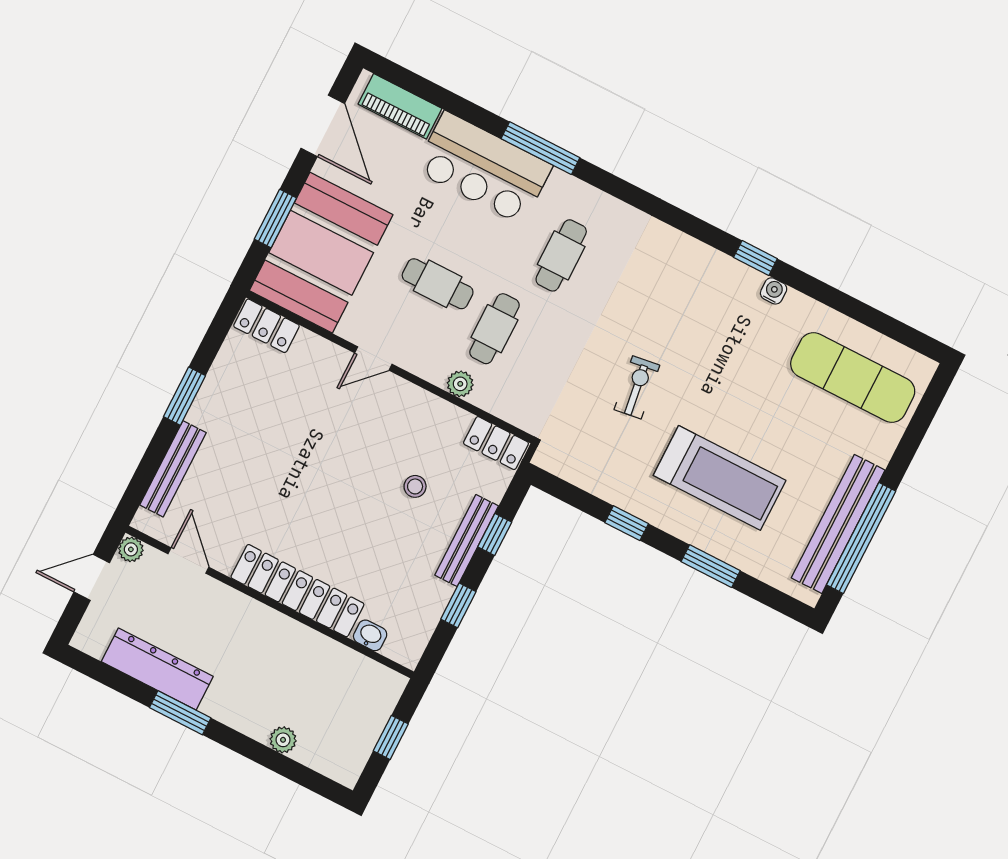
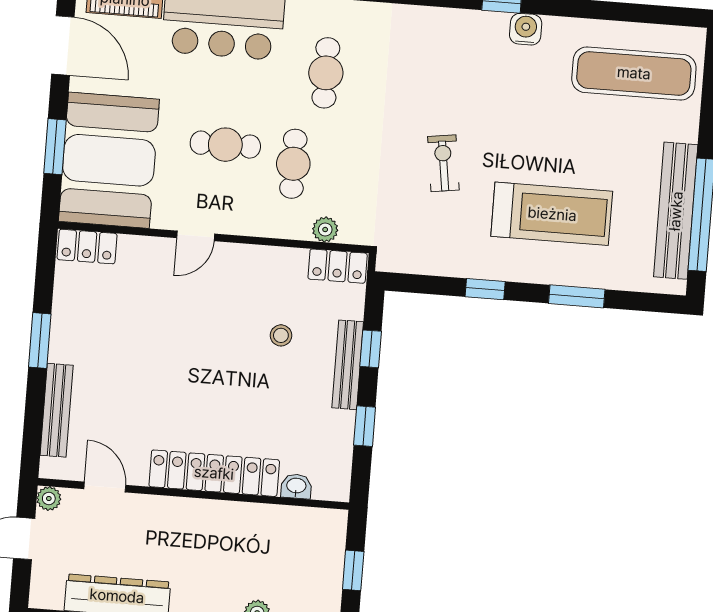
water cooler: (774, 291) -> (526, 29), width x1.38, depth x1.38
plant: (460, 384) -> (325, 230), moved

